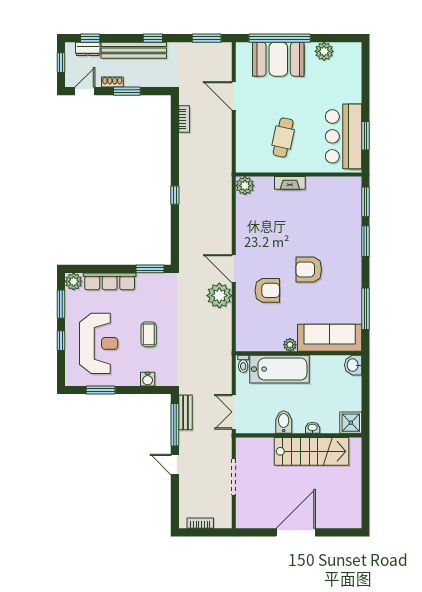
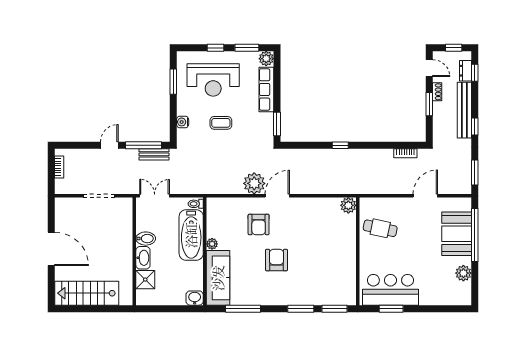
cafe table: (283, 137) -> (380, 228), moved
fireplace: (290, 183) -> (351, 244), removed
shower: (351, 423) -> (145, 280), moved
washbasin: (313, 428) -> (143, 258), width x1.91, depth x1.45
stairs: (312, 451) -> (87, 293), moved, turned 90

